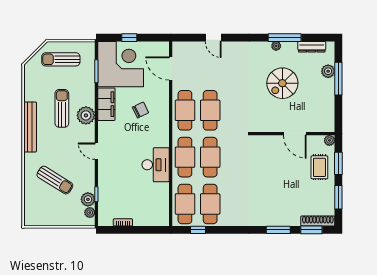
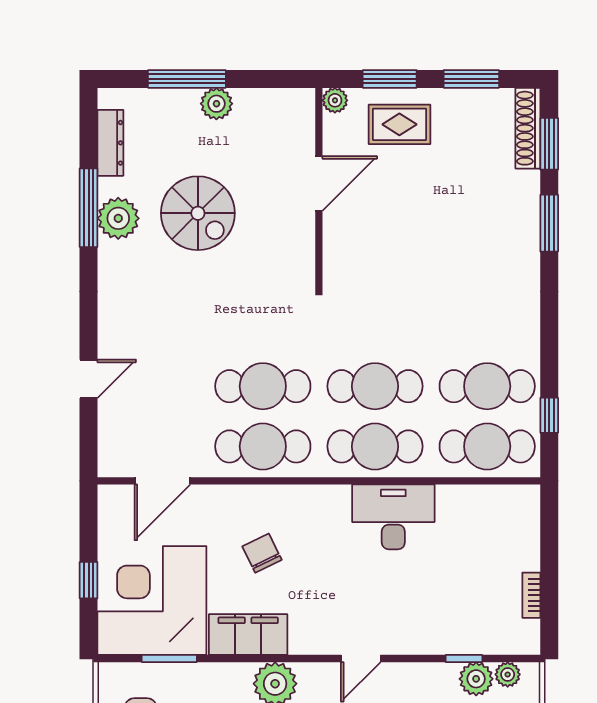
plant: (276, 46) -> (118, 218), width x1.87, depth x1.87
plant: (328, 71) -> (216, 104), moved

